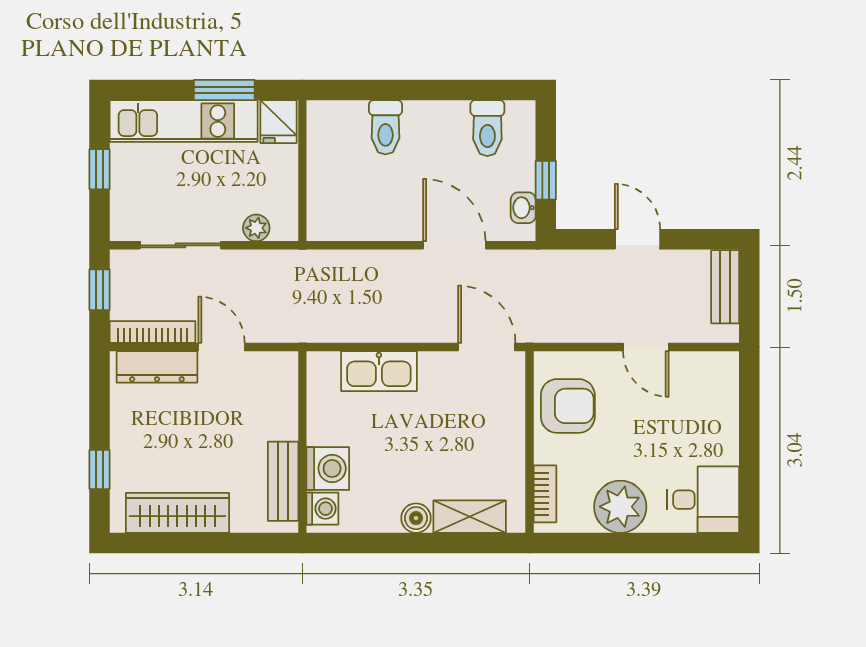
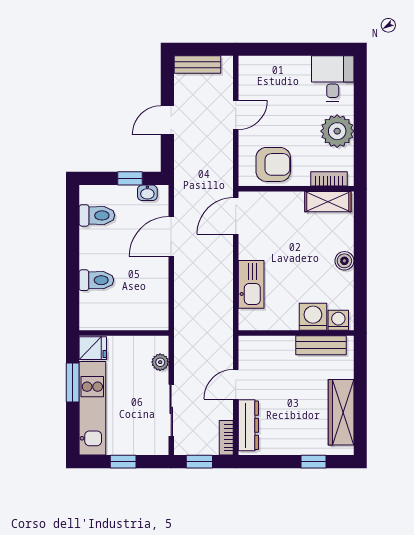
bookcase: (153, 332) -> (226, 438), width x0.64
armchair: (568, 406) -> (273, 164), turned 90
shelving: (470, 517) -> (328, 202), moved, turned 90

